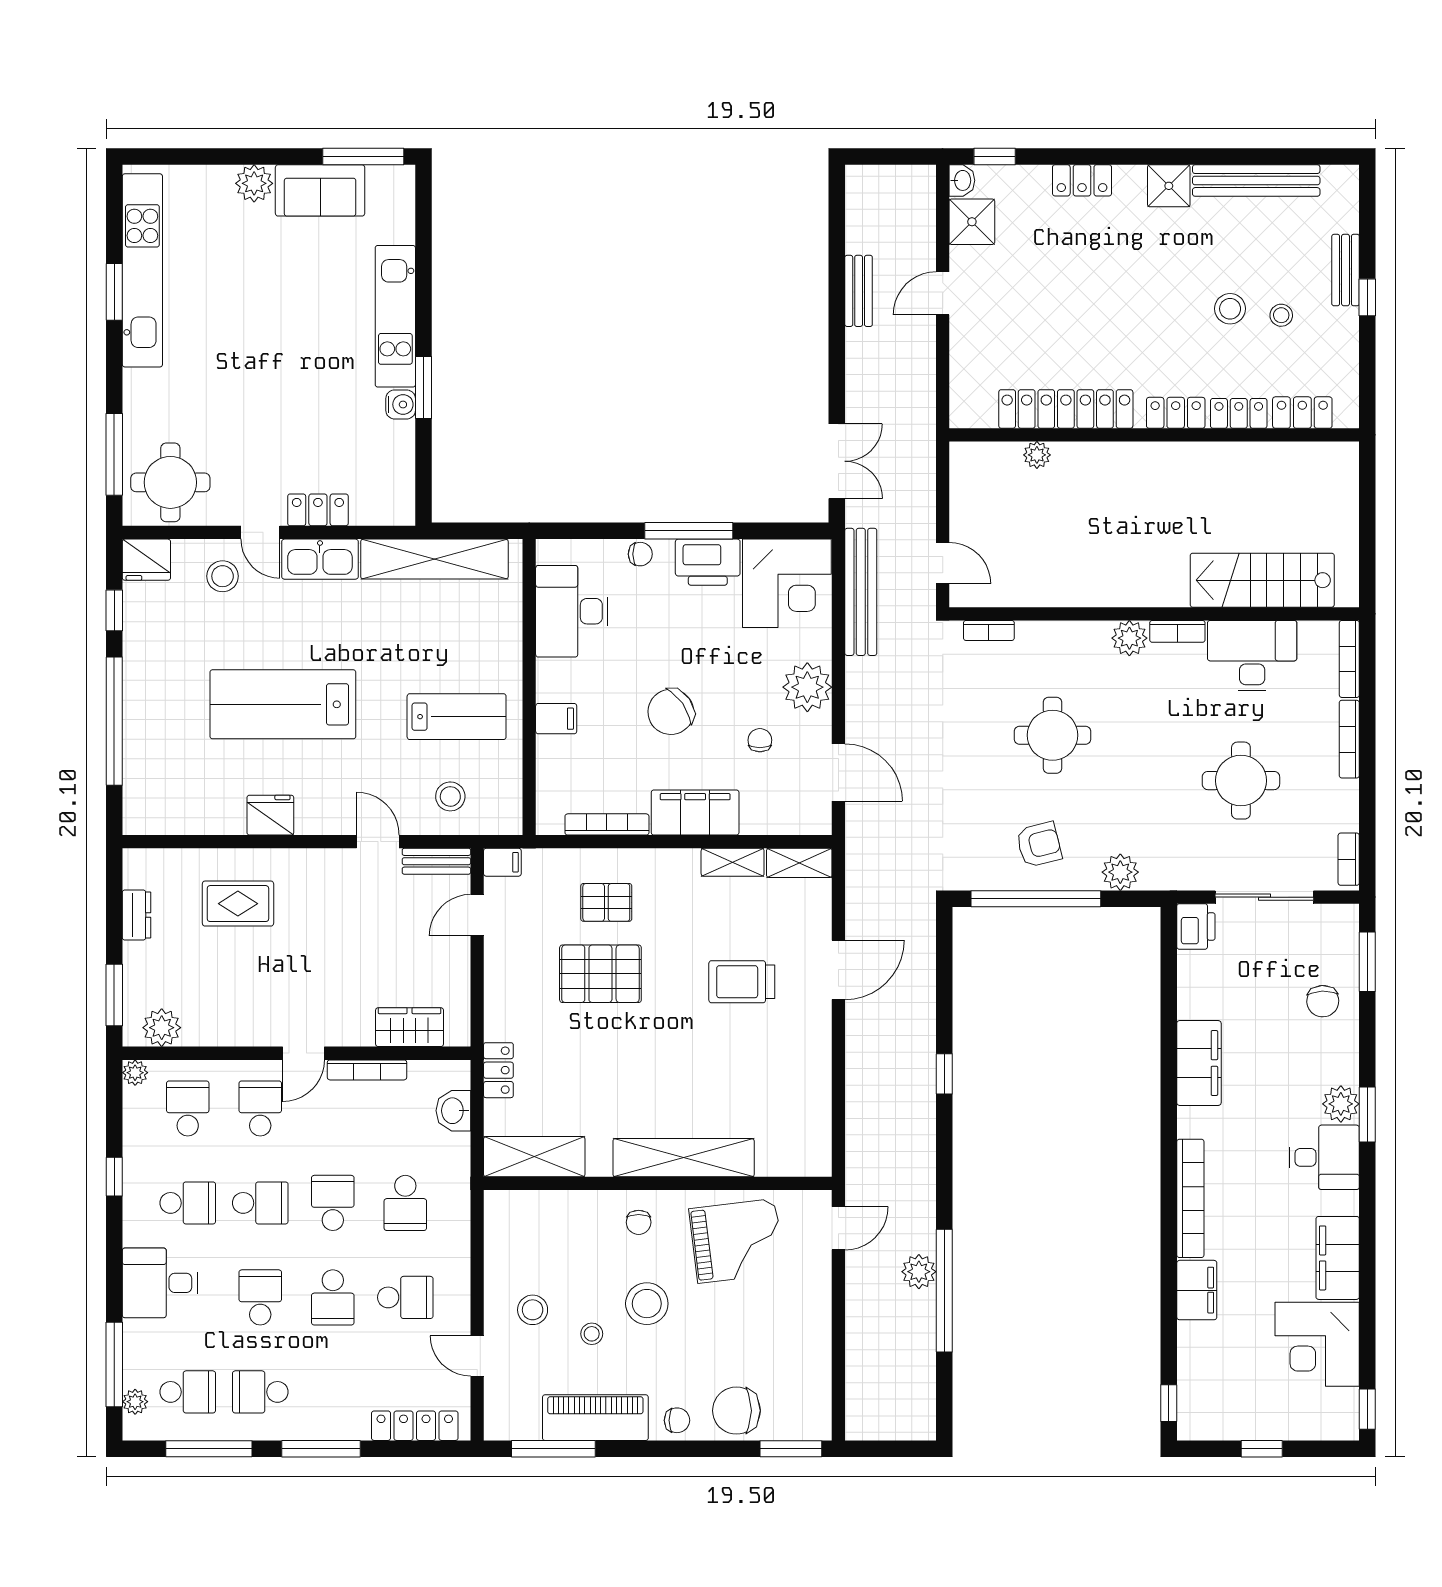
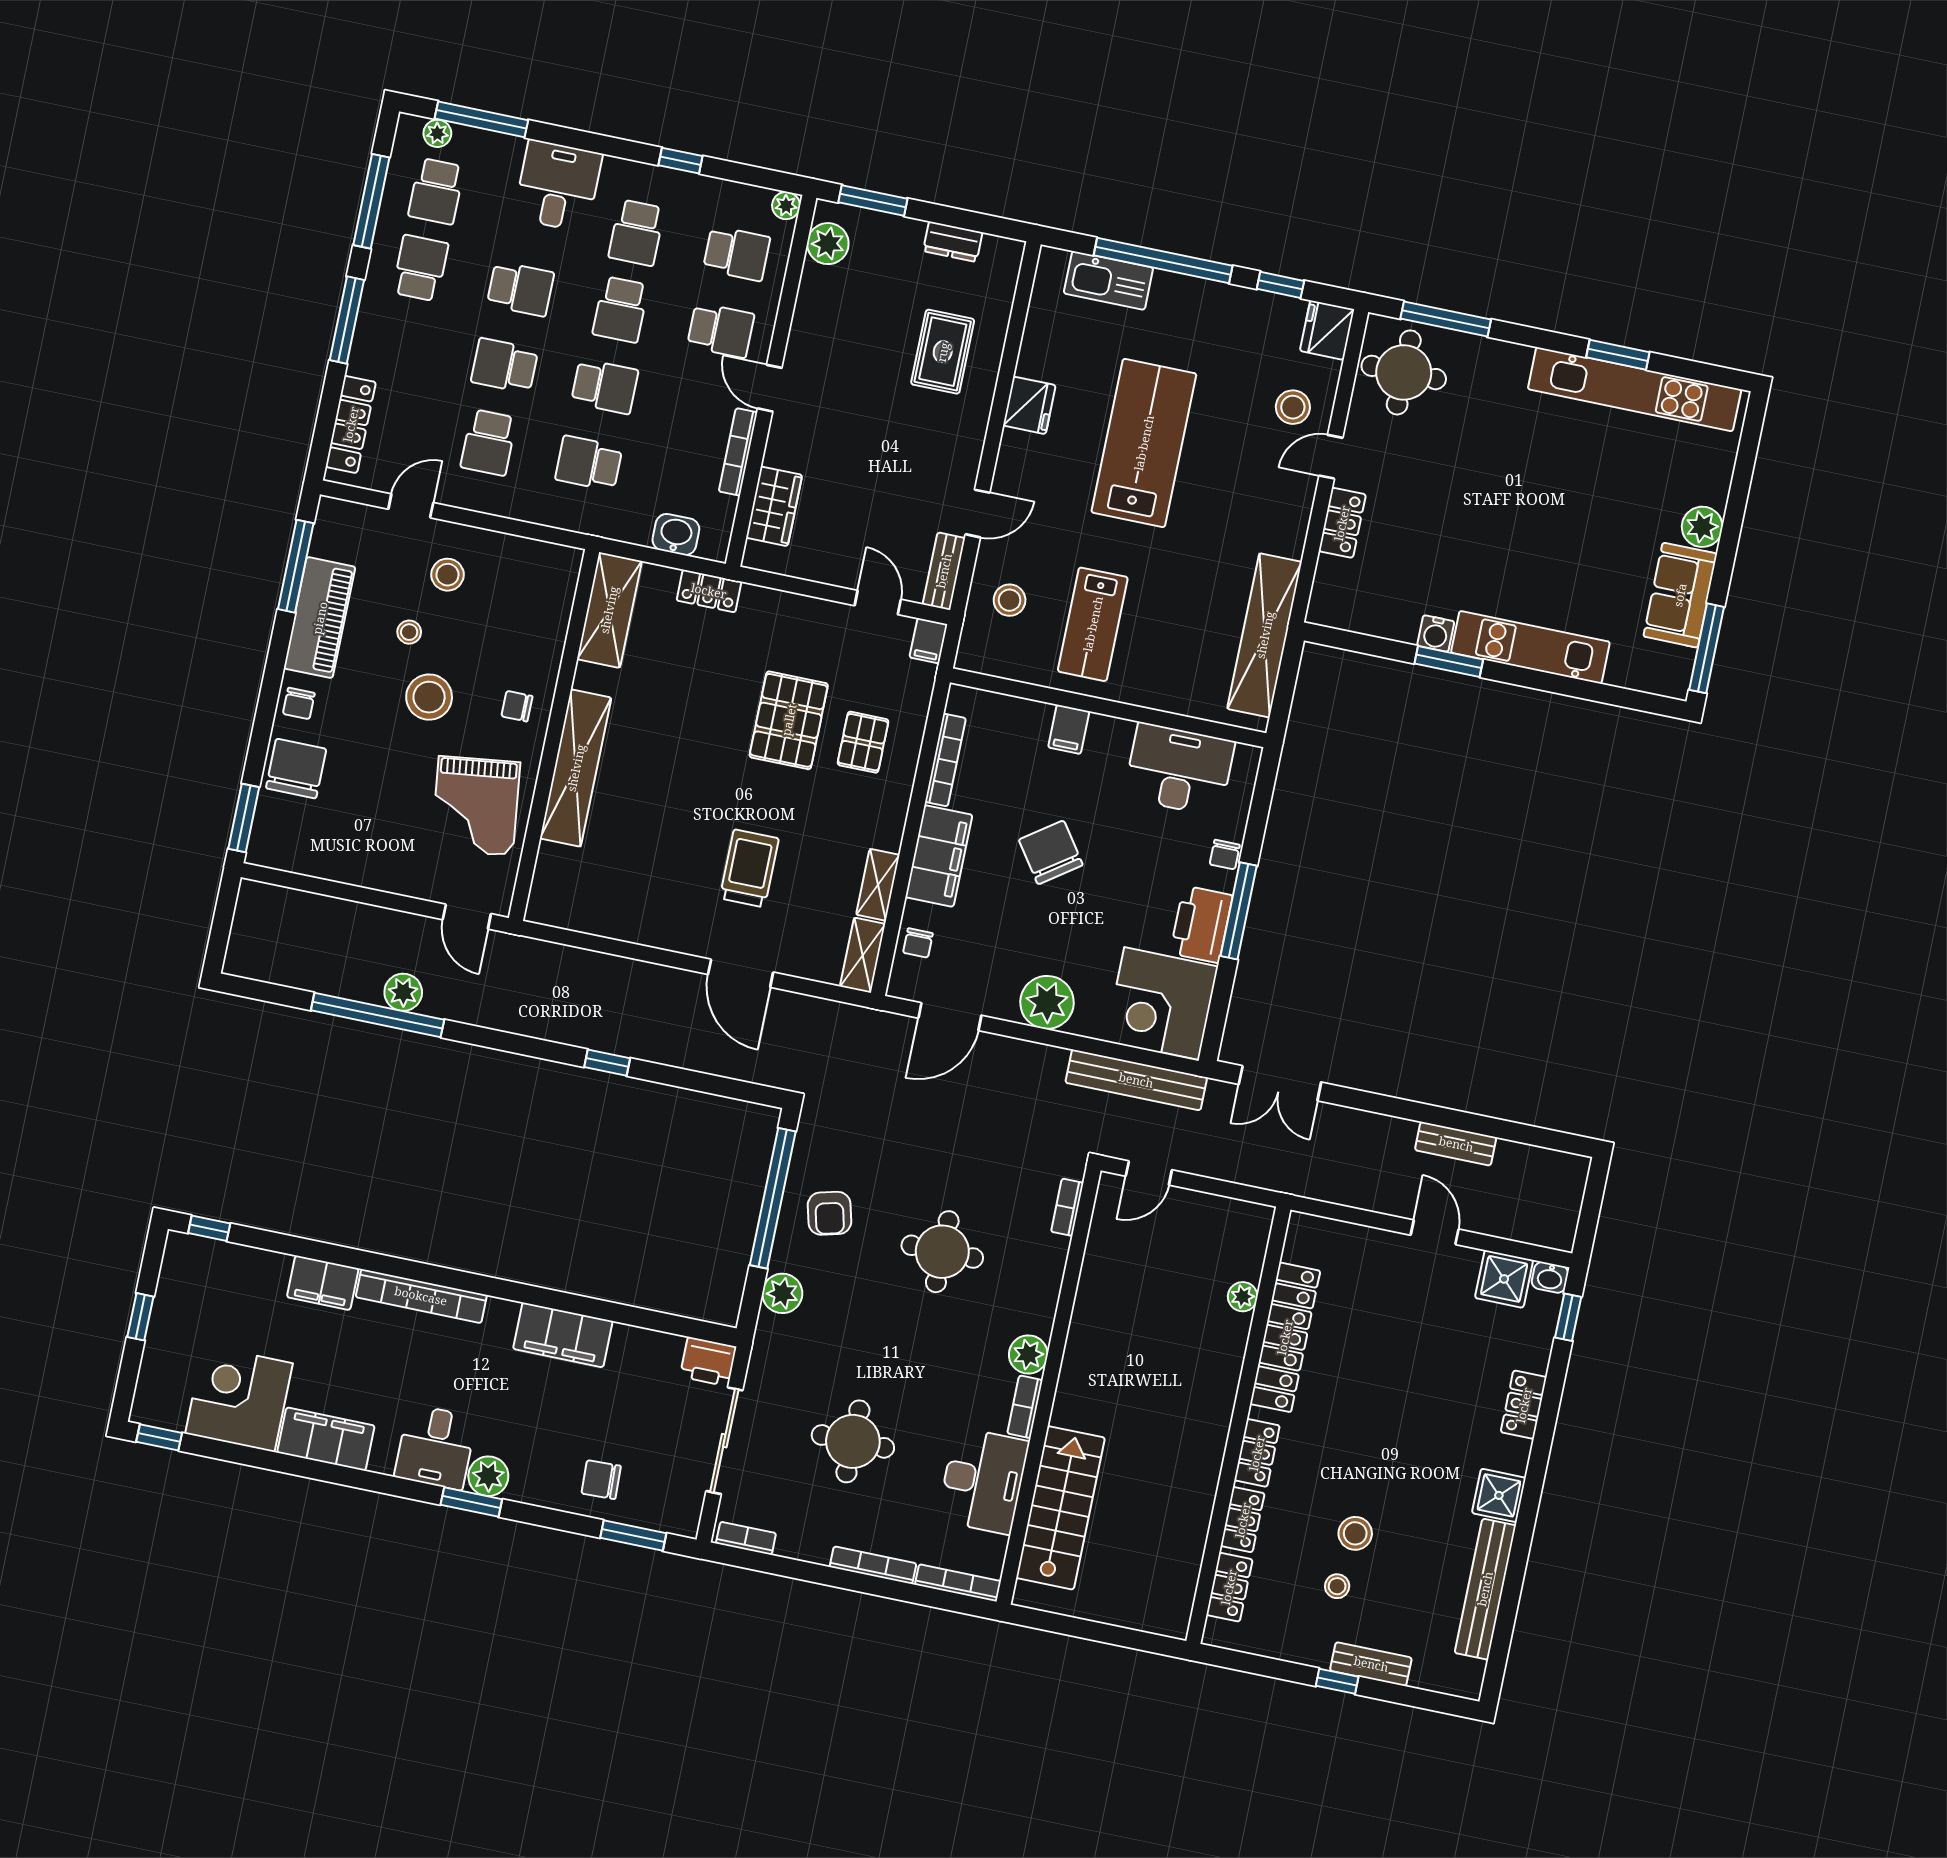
kitchen sink: (320, 559) -> (1108, 280), moved, turned -90
chair: (760, 740) -> (918, 943), moved, turned 90

